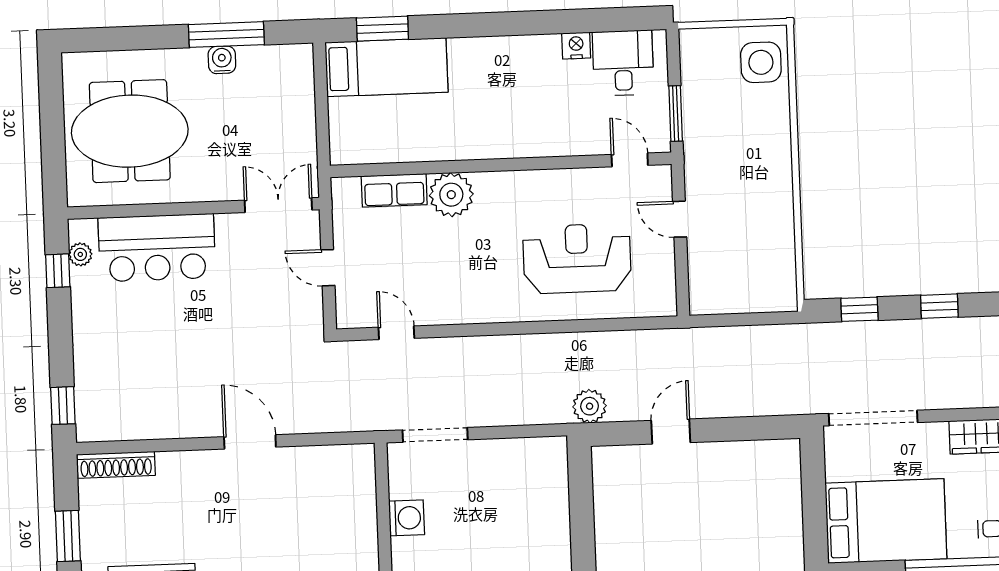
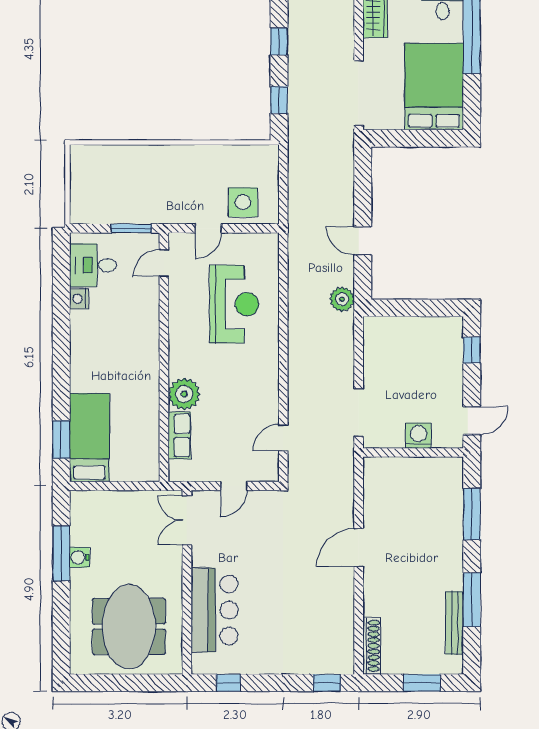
side table: (761, 62) -> (243, 202), moved
plant: (80, 254) -> (217, 666), removed
reception desk: (577, 259) -> (234, 304), turned 180

